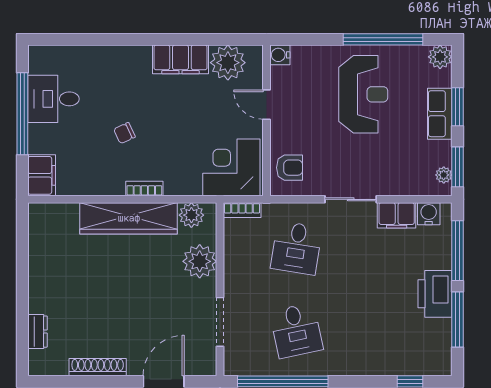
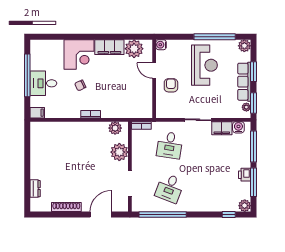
desk: (53, 99) -> (43, 83), moved
row of seats: (440, 114) -> (244, 82), width x1.48
corner desk: (231, 167) -> (79, 54), moved, turned 180
armchair: (290, 168) -> (171, 85), moved, turned -90
filing cabinet: (42, 175) -> (37, 113), width x0.50
wardrobe: (129, 218) -> (82, 130), removed
printer: (435, 294) -> (245, 175), width x0.53, depth x0.68
desk: (296, 331) -> (170, 188), turned 33
plant: (440, 364) -> (245, 206), added

